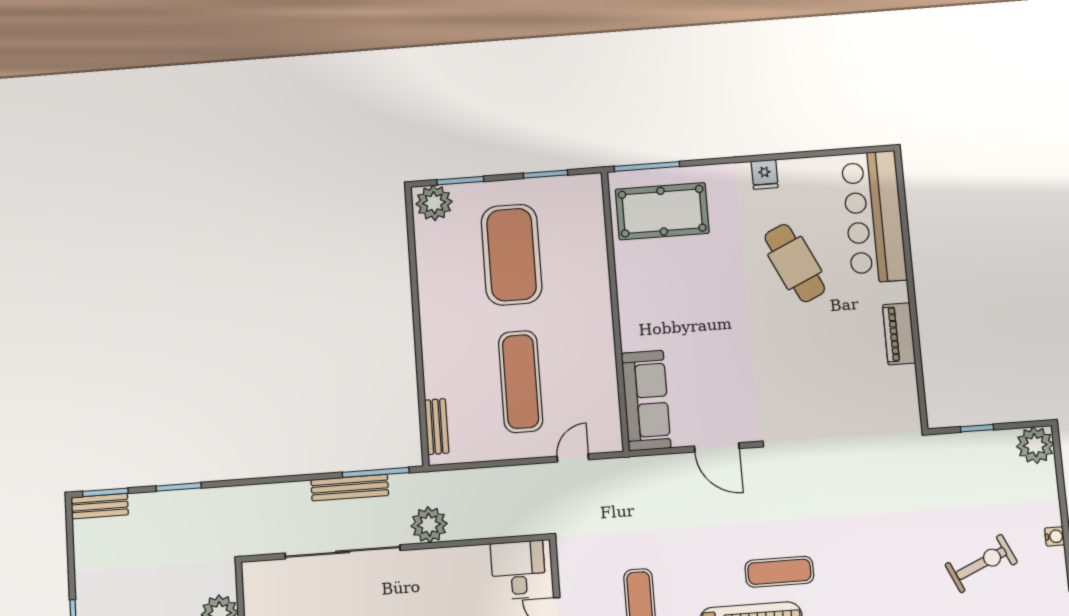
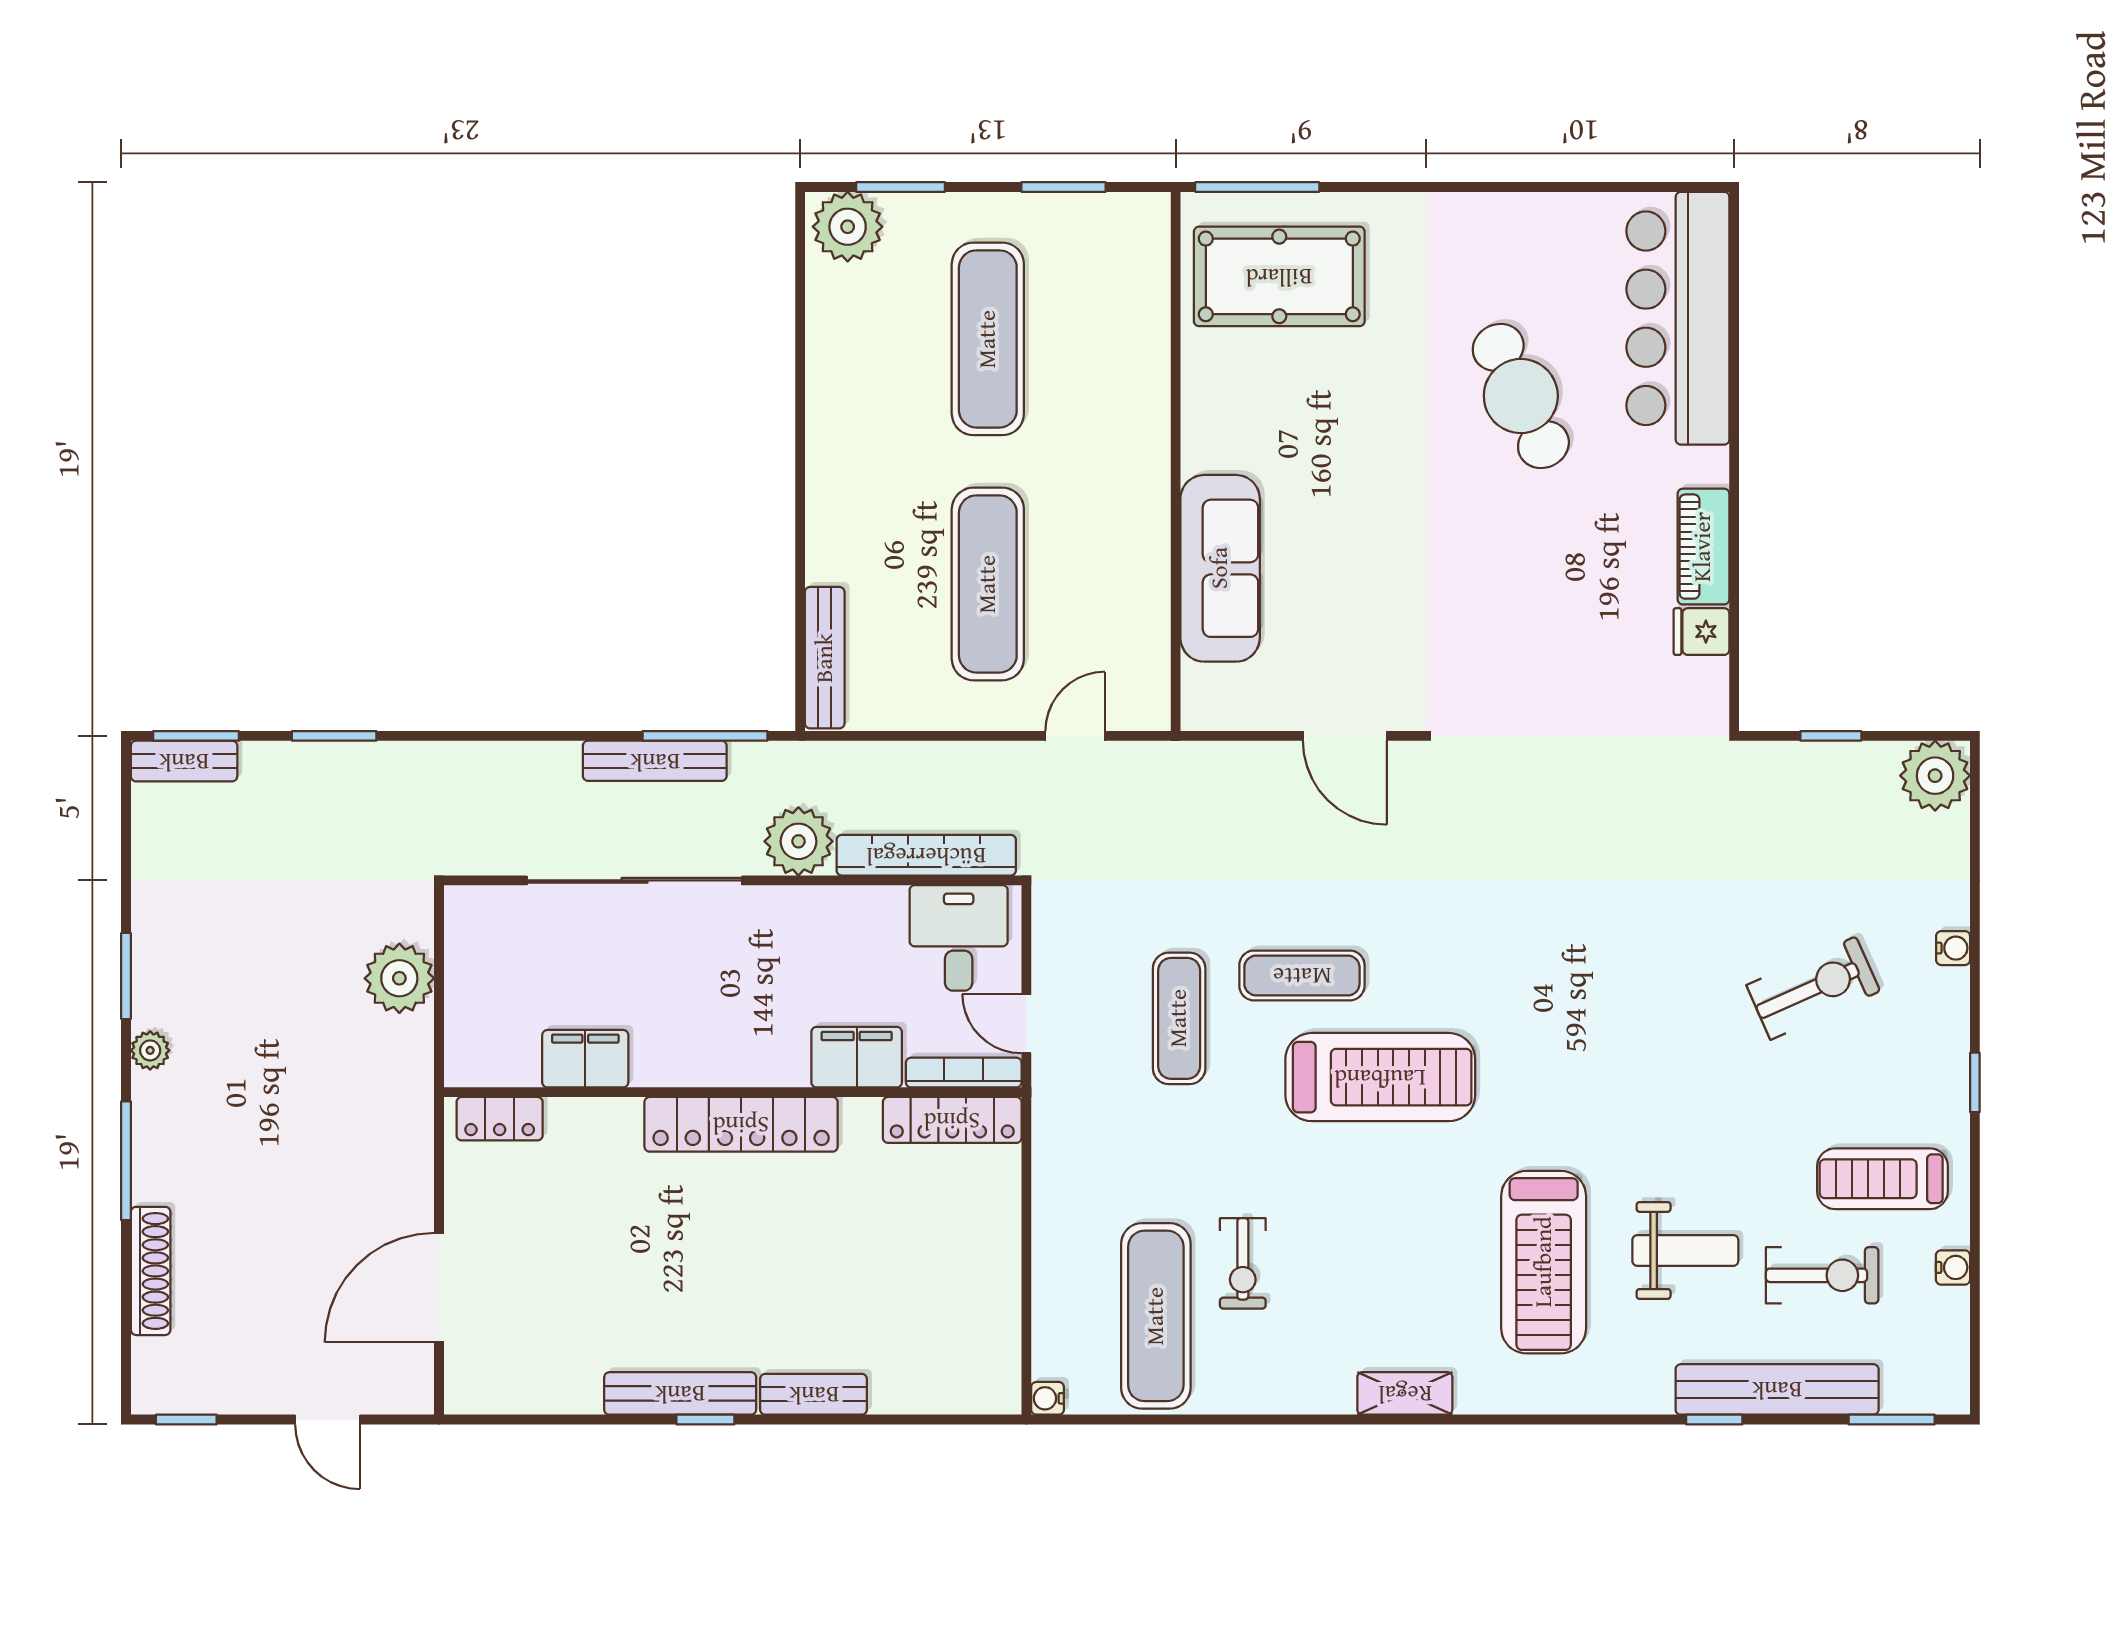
fridge: (765, 174) -> (1701, 632), moved, turned 90
exercise mat: (512, 255) -> (988, 339), width x0.68
sofa: (646, 401) -> (1220, 568), moved
bench: (437, 427) -> (825, 658), width x1.36
bookcase: (498, 527) -> (926, 855), added
exercise mat: (779, 572) -> (1302, 975), moved

